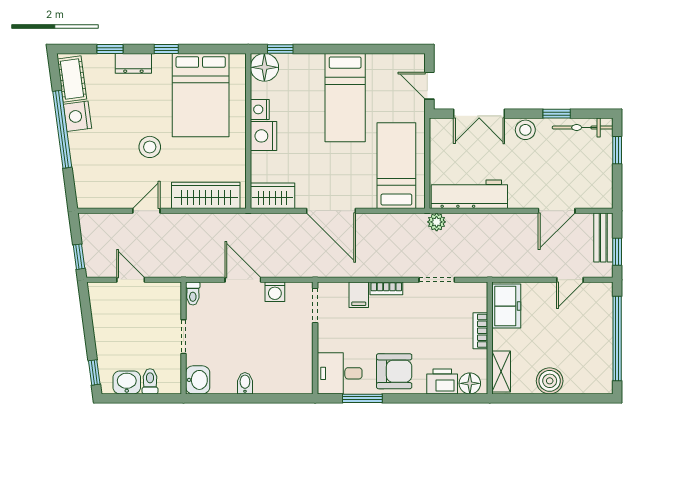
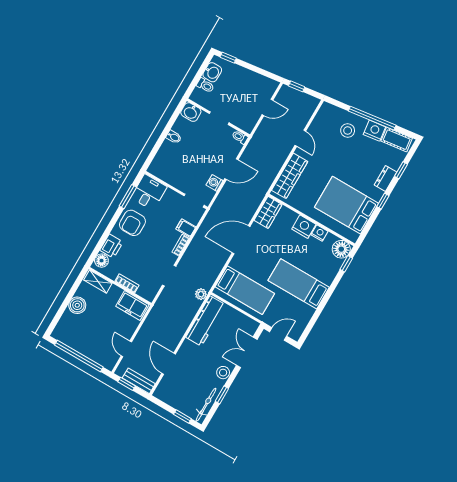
stool: (150, 147) -> (348, 130), moved

